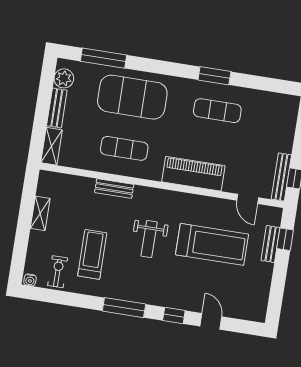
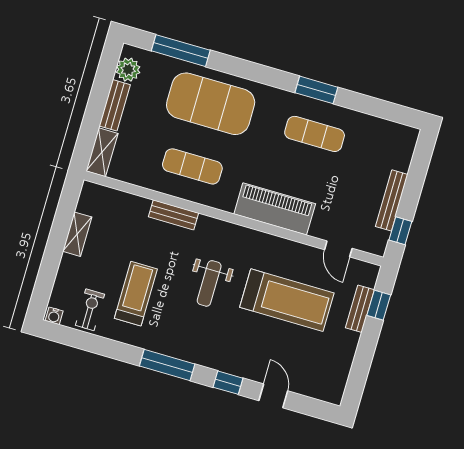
bench: (281, 177) -> (392, 200), moved

